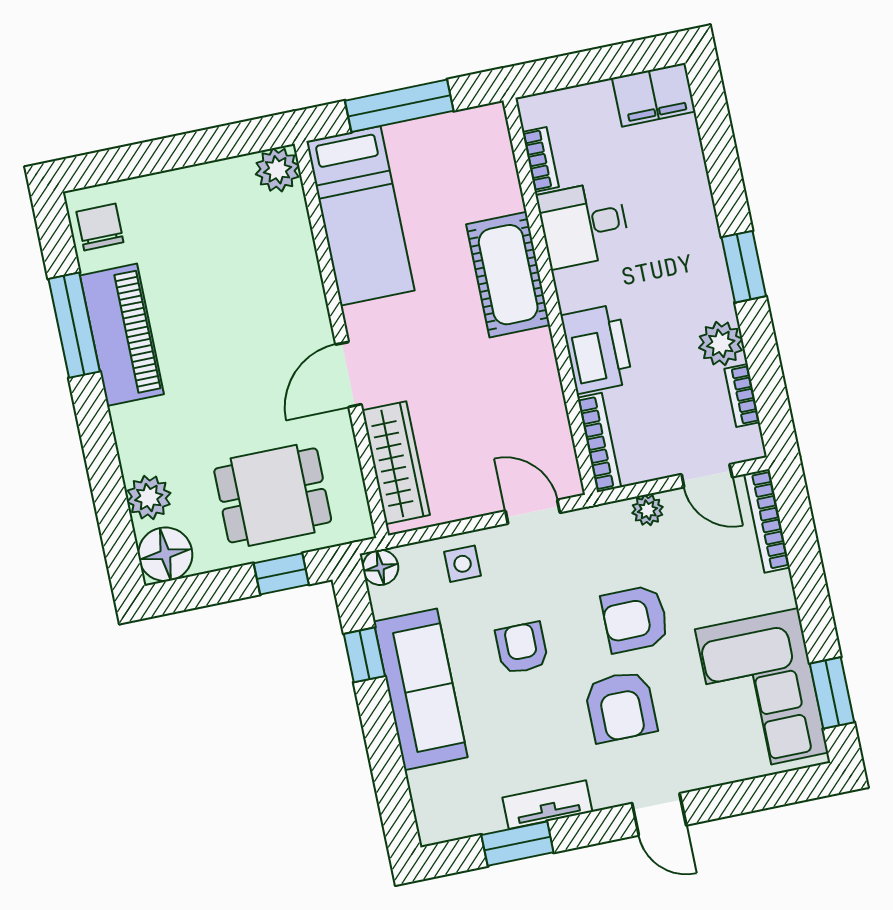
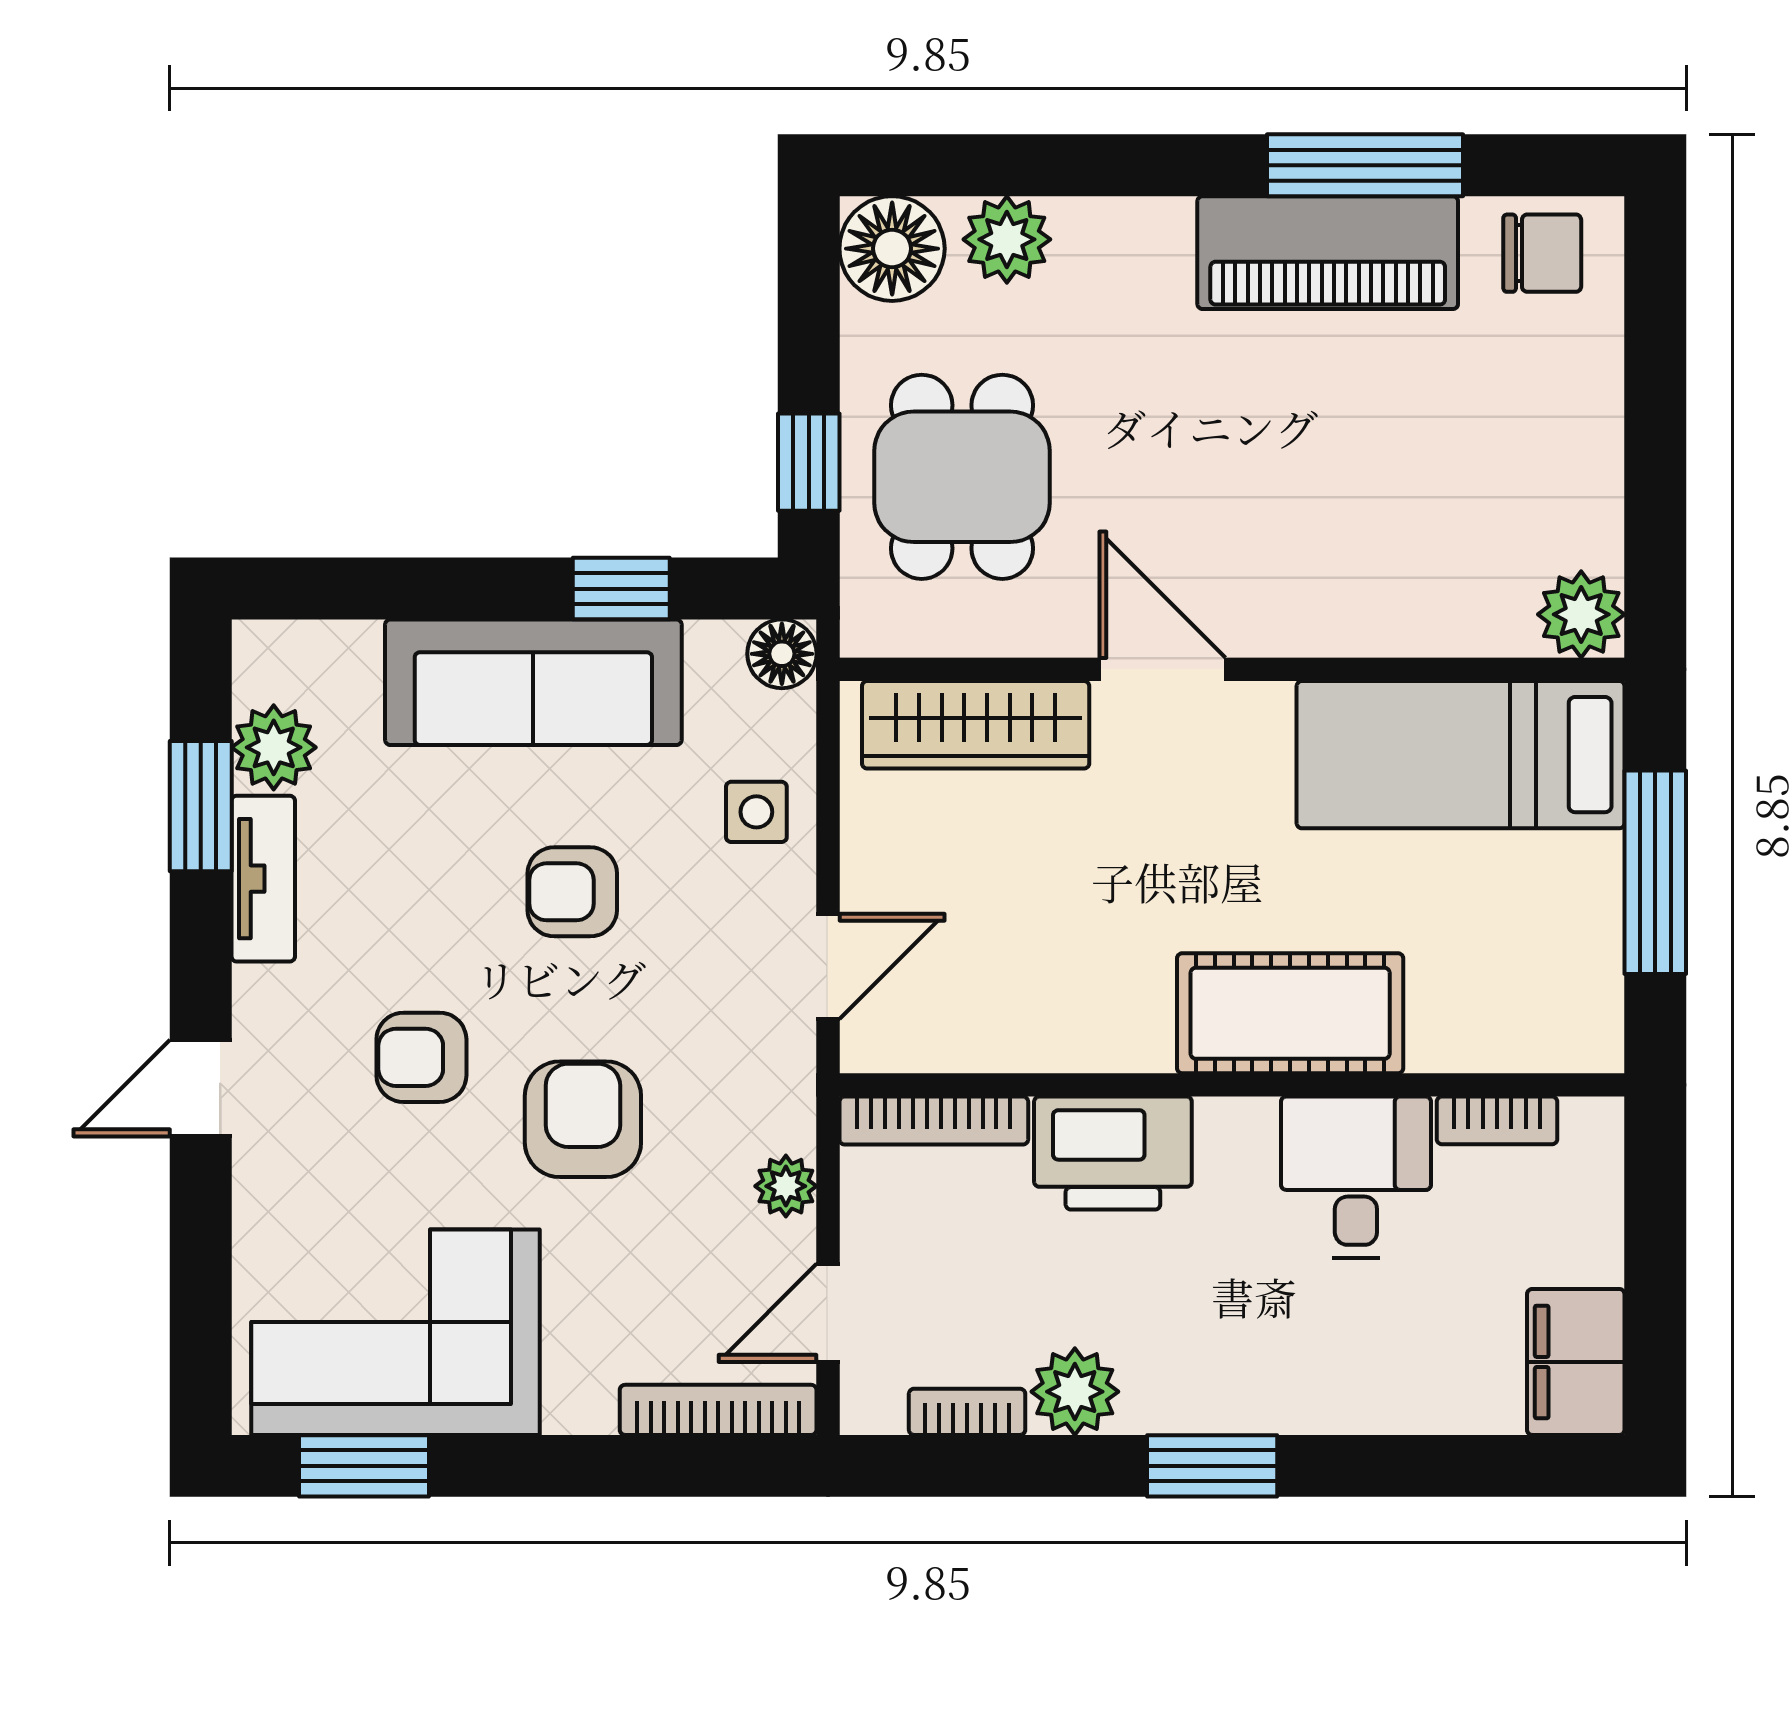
armchair: (522, 648) -> (572, 892), turned 180
armchair: (621, 707) -> (421, 1057), width x0.72, depth x0.72
plant: (480, 813) -> (274, 747), added

